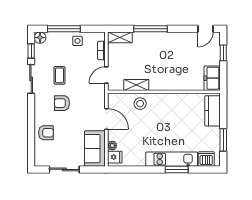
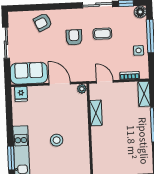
stool: (140, 104) -> (57, 140), moved
door: (106, 119) -> (60, 84), swing flipped
armchair: (46, 133) -> (43, 22), turned 65
plant: (112, 145) -> (82, 89), moved

